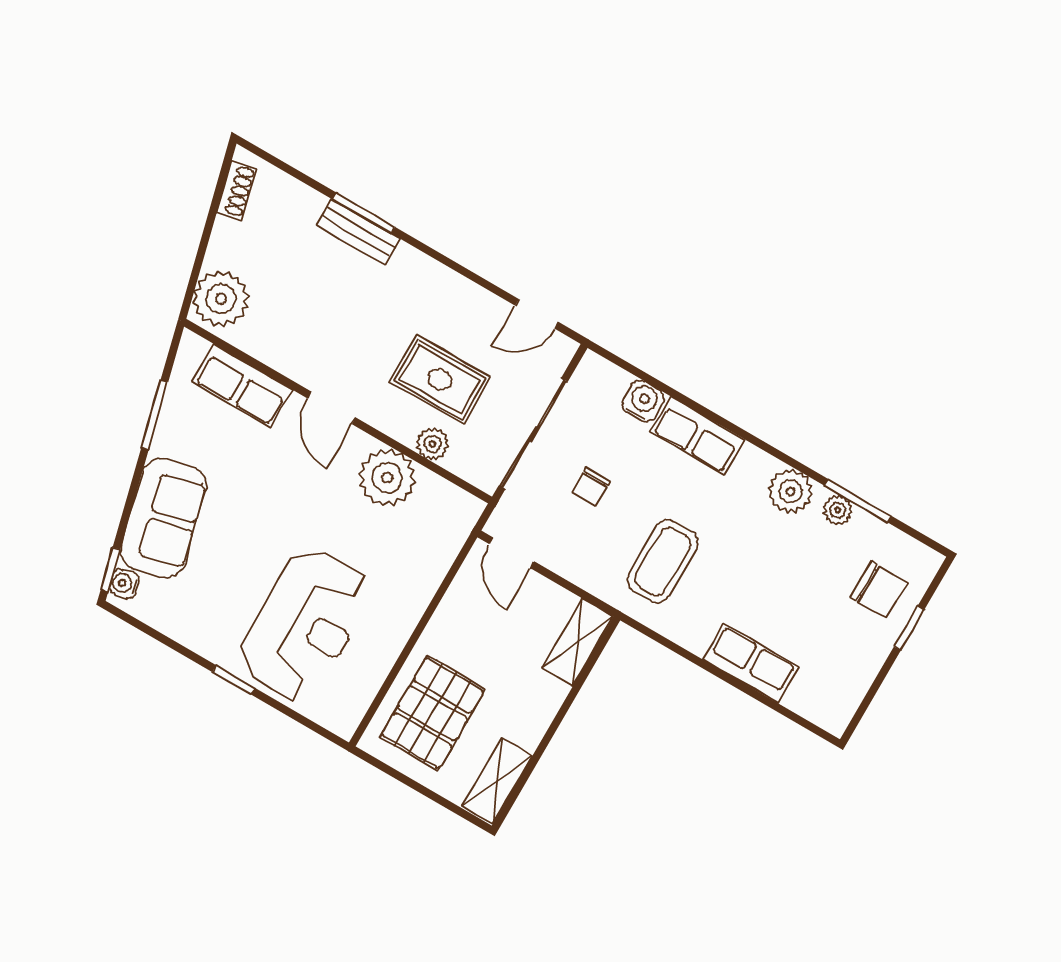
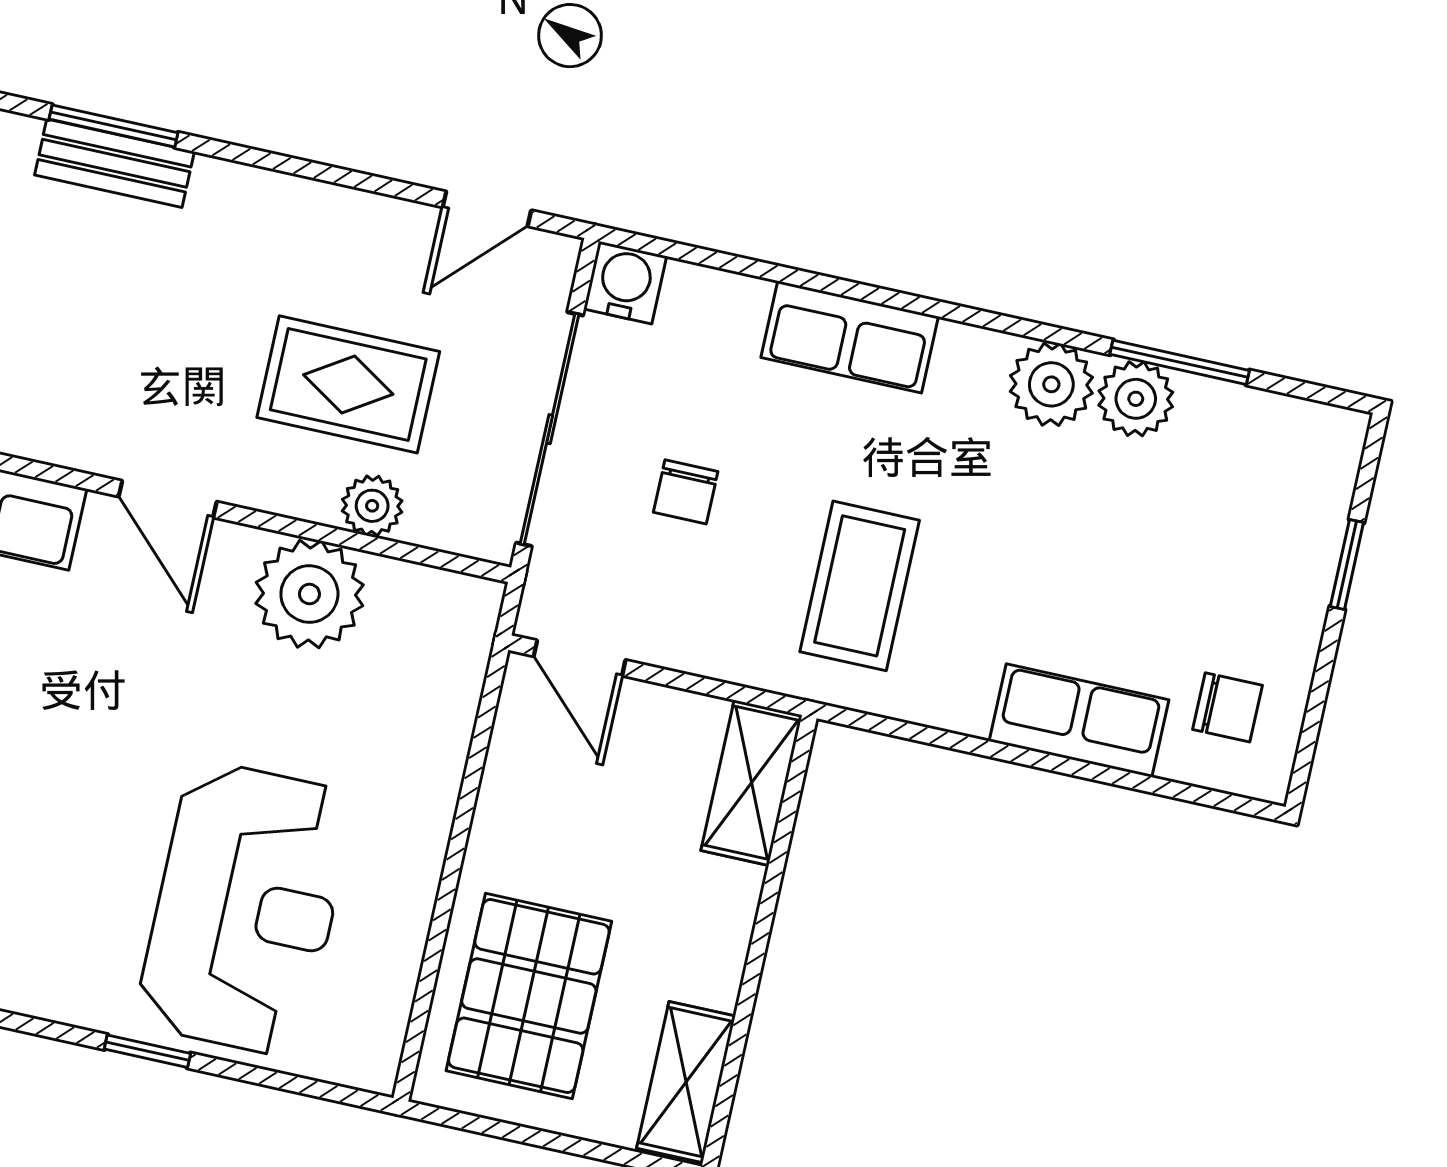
water cooler: (643, 401) -> (625, 283), moved
plant: (838, 510) -> (1136, 399), width x1.38, depth x1.38
chair: (879, 590) -> (1227, 707), moved, width x0.73, depth x0.73

